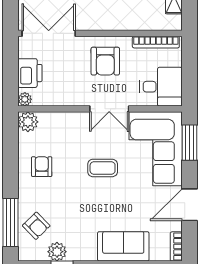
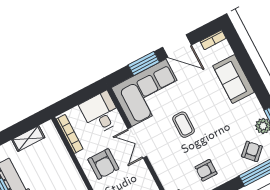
armchair: (105, 61) -> (103, 164), turned 90
double door: (109, 109) -> (137, 143), swing flipped
window: (189, 143) -> (144, 64), moved

